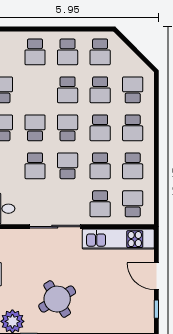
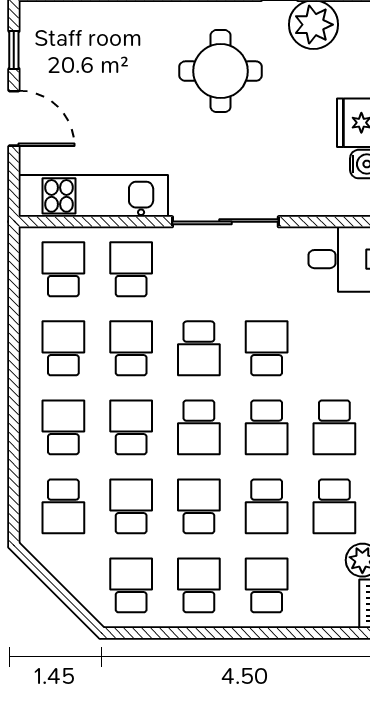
school desk: (35, 90) -> (267, 506), added
school desk: (133, 204) -> (63, 269), turned 180
round table: (57, 299) -> (221, 71), turned 31

